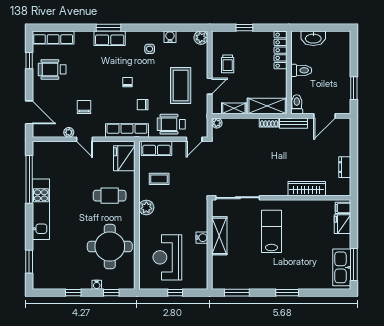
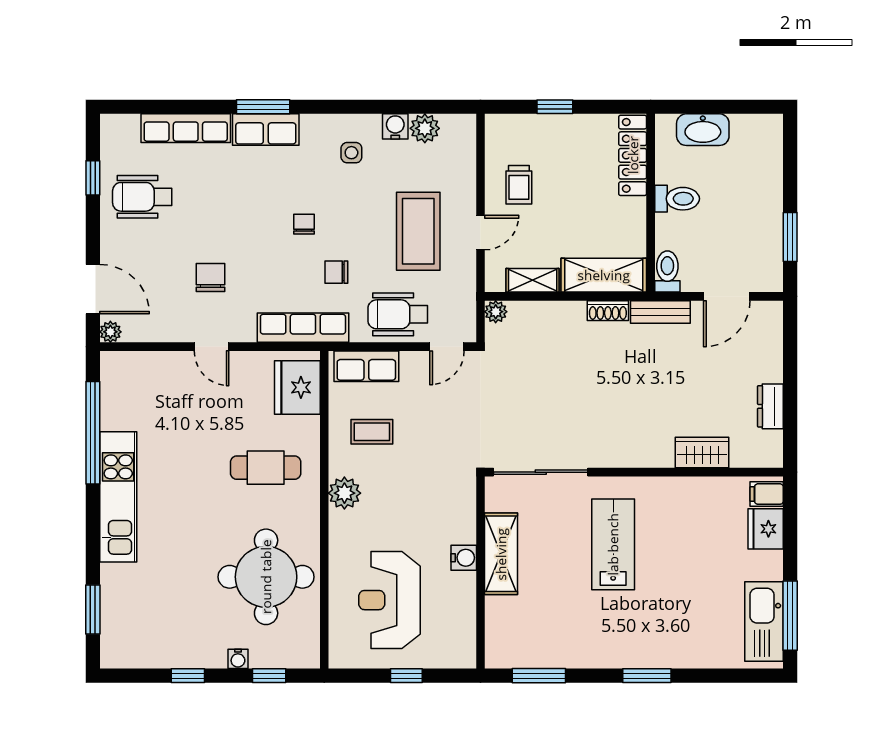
row of seats: (53, 37) -> (186, 128), moved
plant: (201, 38) -> (425, 128), moved
plant: (69, 132) -> (110, 332), moved
wardrobe: (307, 189) -> (702, 453), width x0.67

